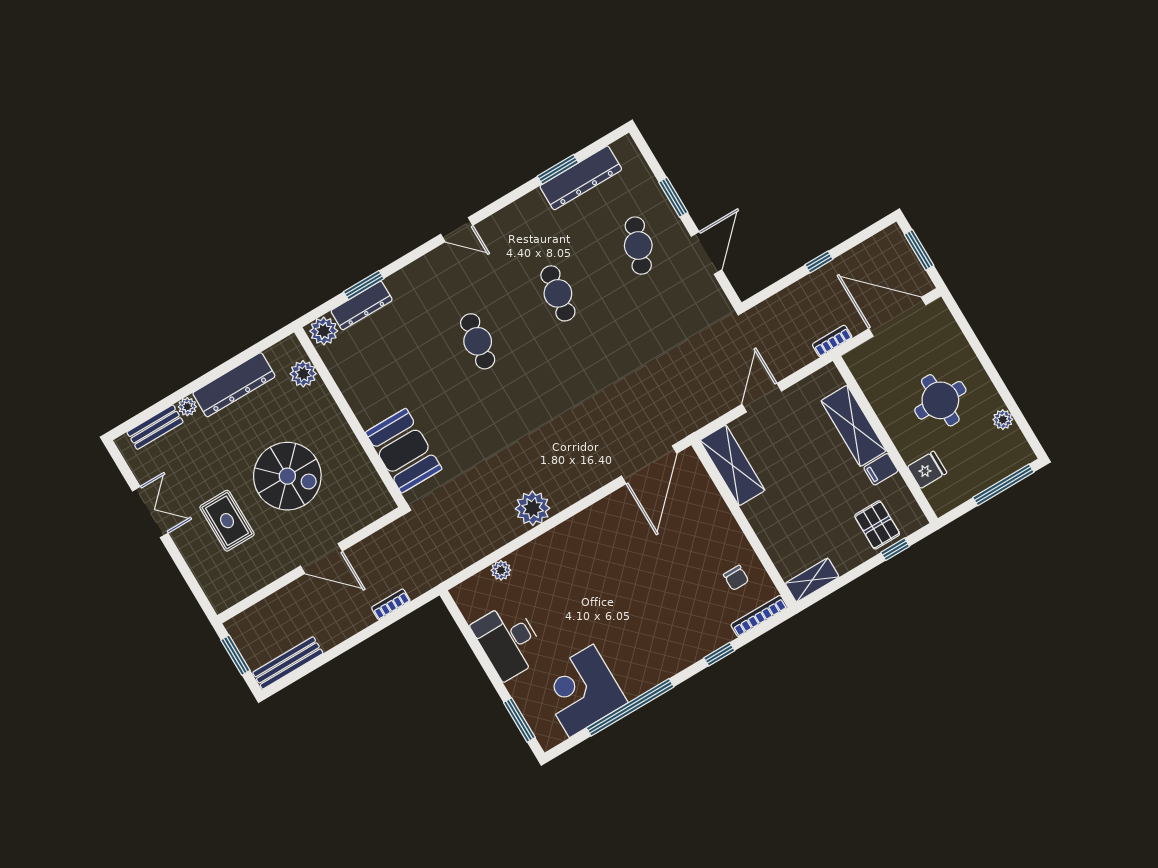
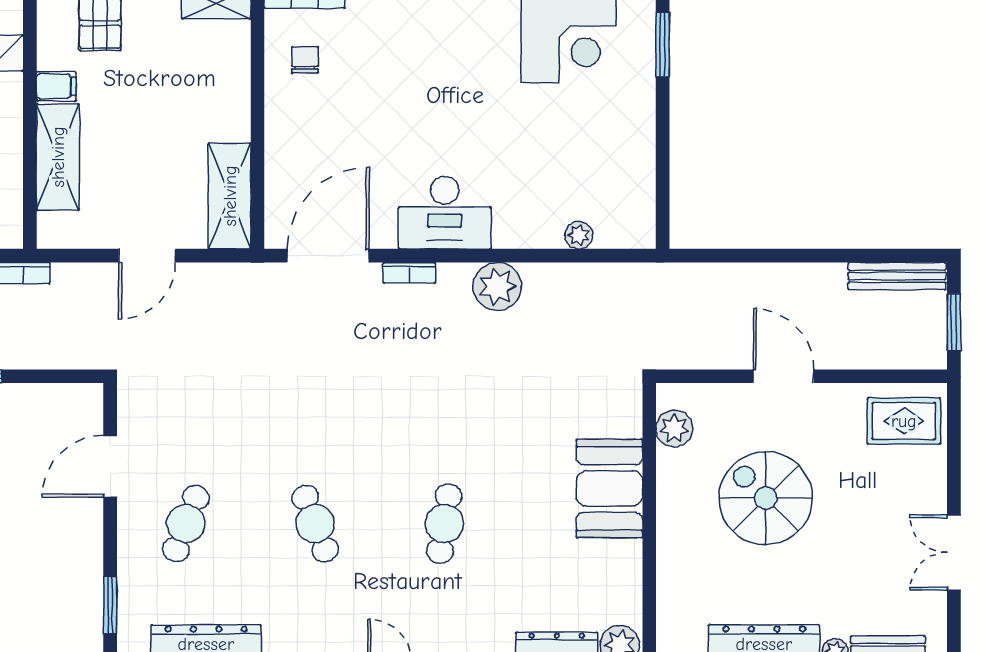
window: (673, 197) -> (110, 605), moved
cafe table: (558, 293) -> (315, 524), turned -30
plant: (303, 374) -> (674, 428), moved
booth: (404, 451) -> (609, 488), moved
rug: (227, 521) -> (904, 421), moved, turned 90
bookcase: (391, 604) -> (409, 273), moved
desk: (509, 641) -> (445, 213), moved, turned 90

